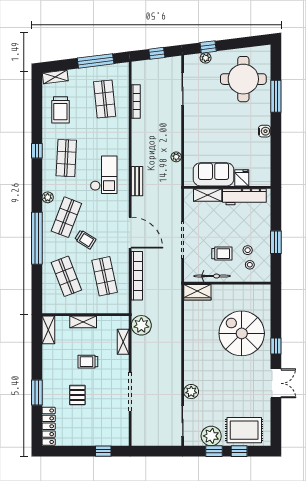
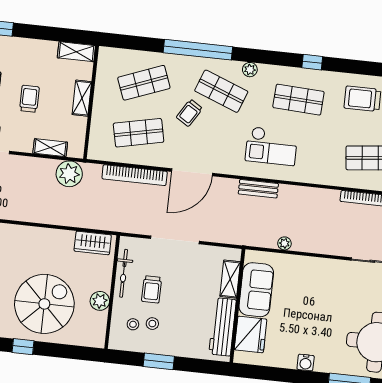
fridge: (242, 178) -> (251, 334), width x1.88, depth x1.34
wardrobe: (197, 292) -> (93, 243), moved, turned -90
plant: (235, 292) -> (100, 301), added

